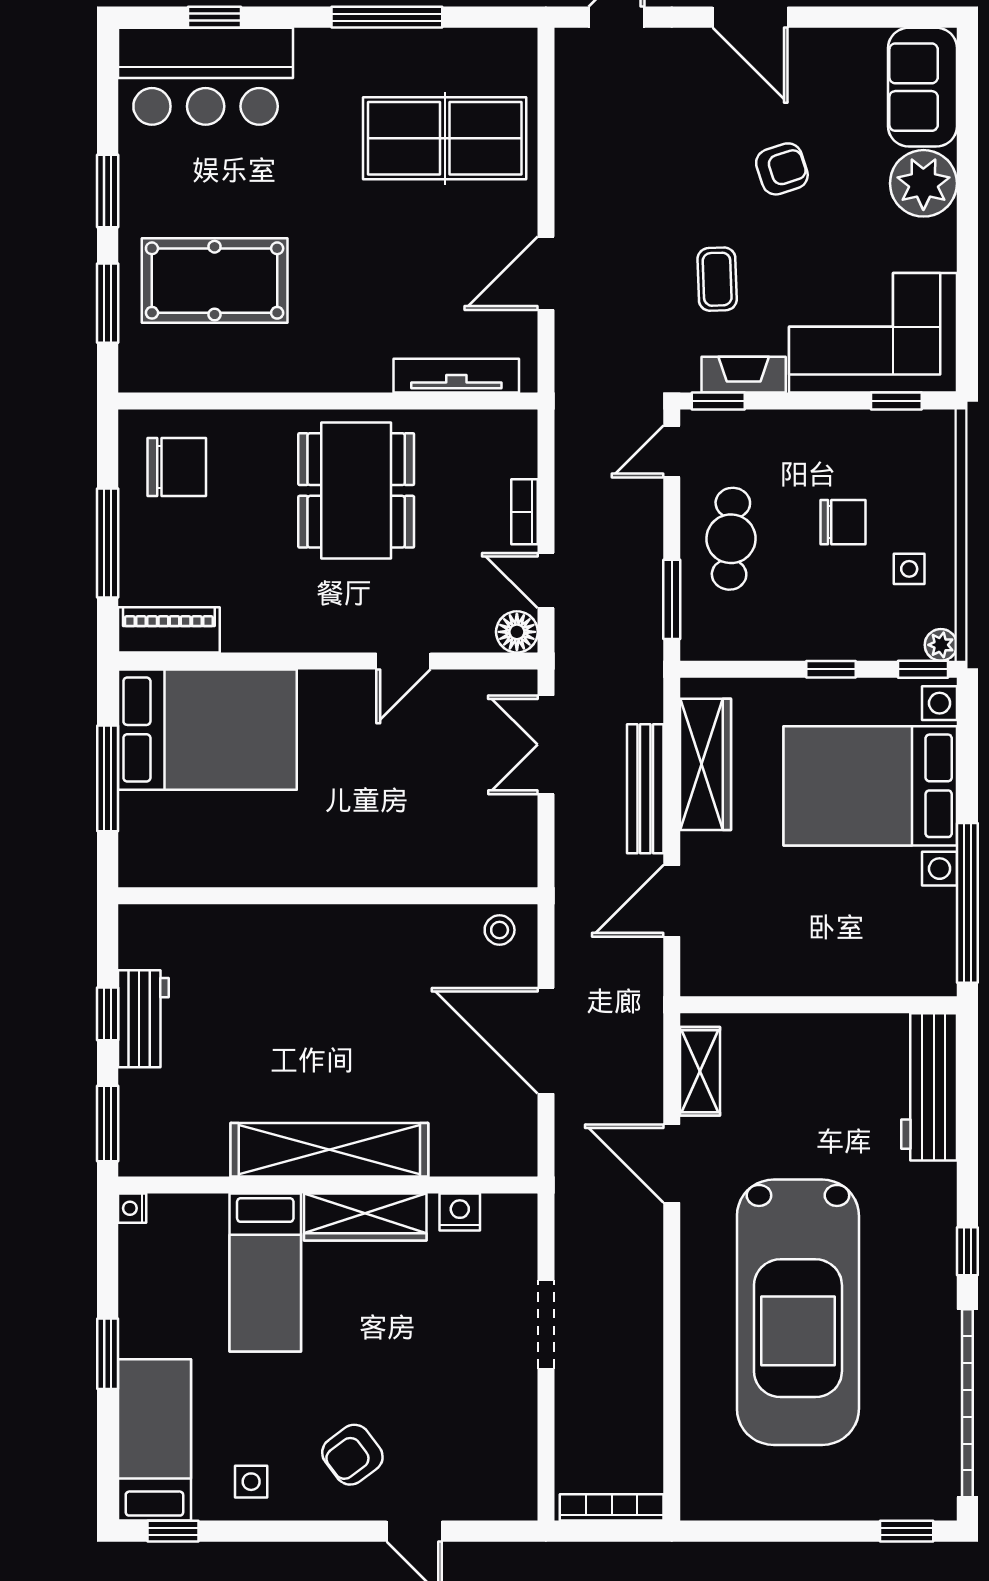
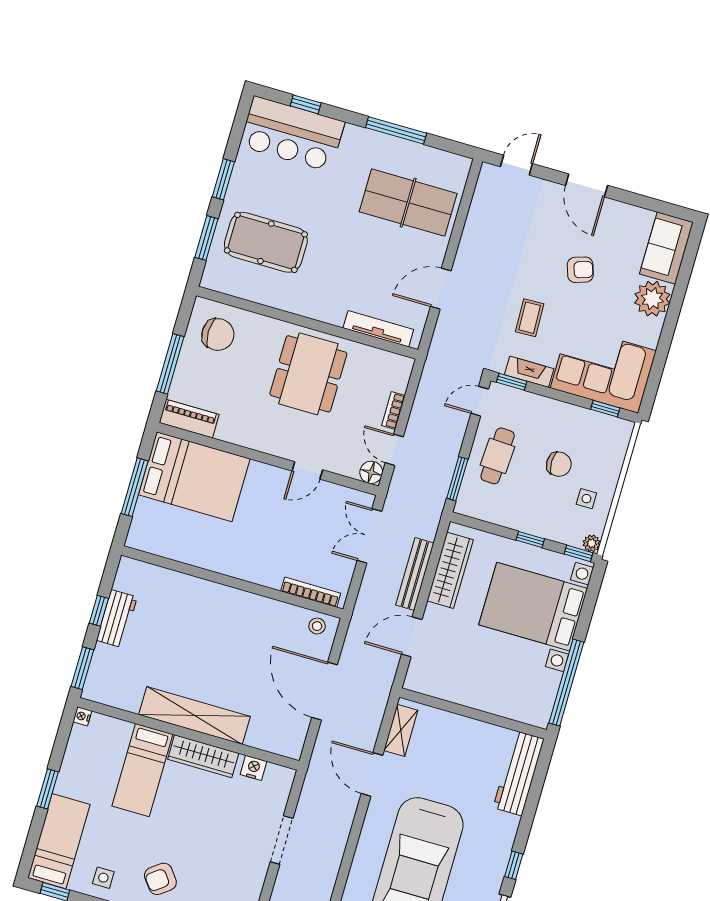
bookcase: (471, 874) -> (311, 592), added

